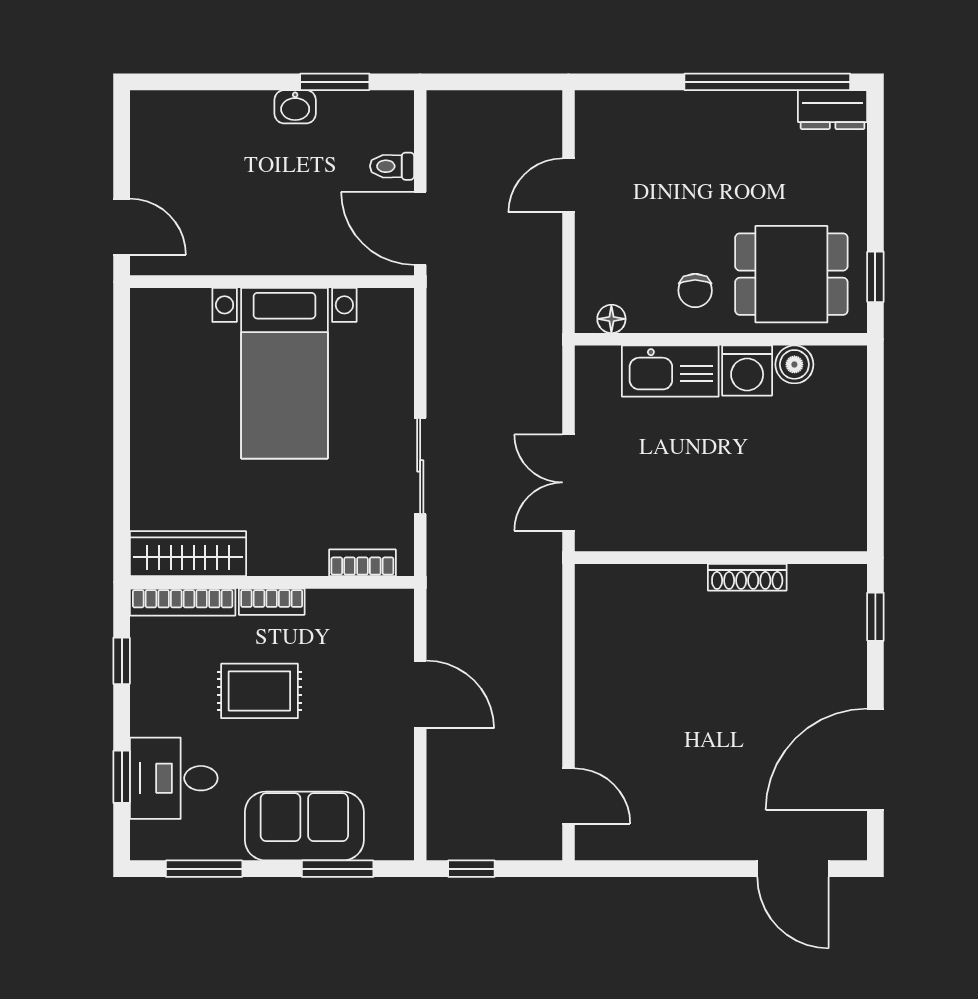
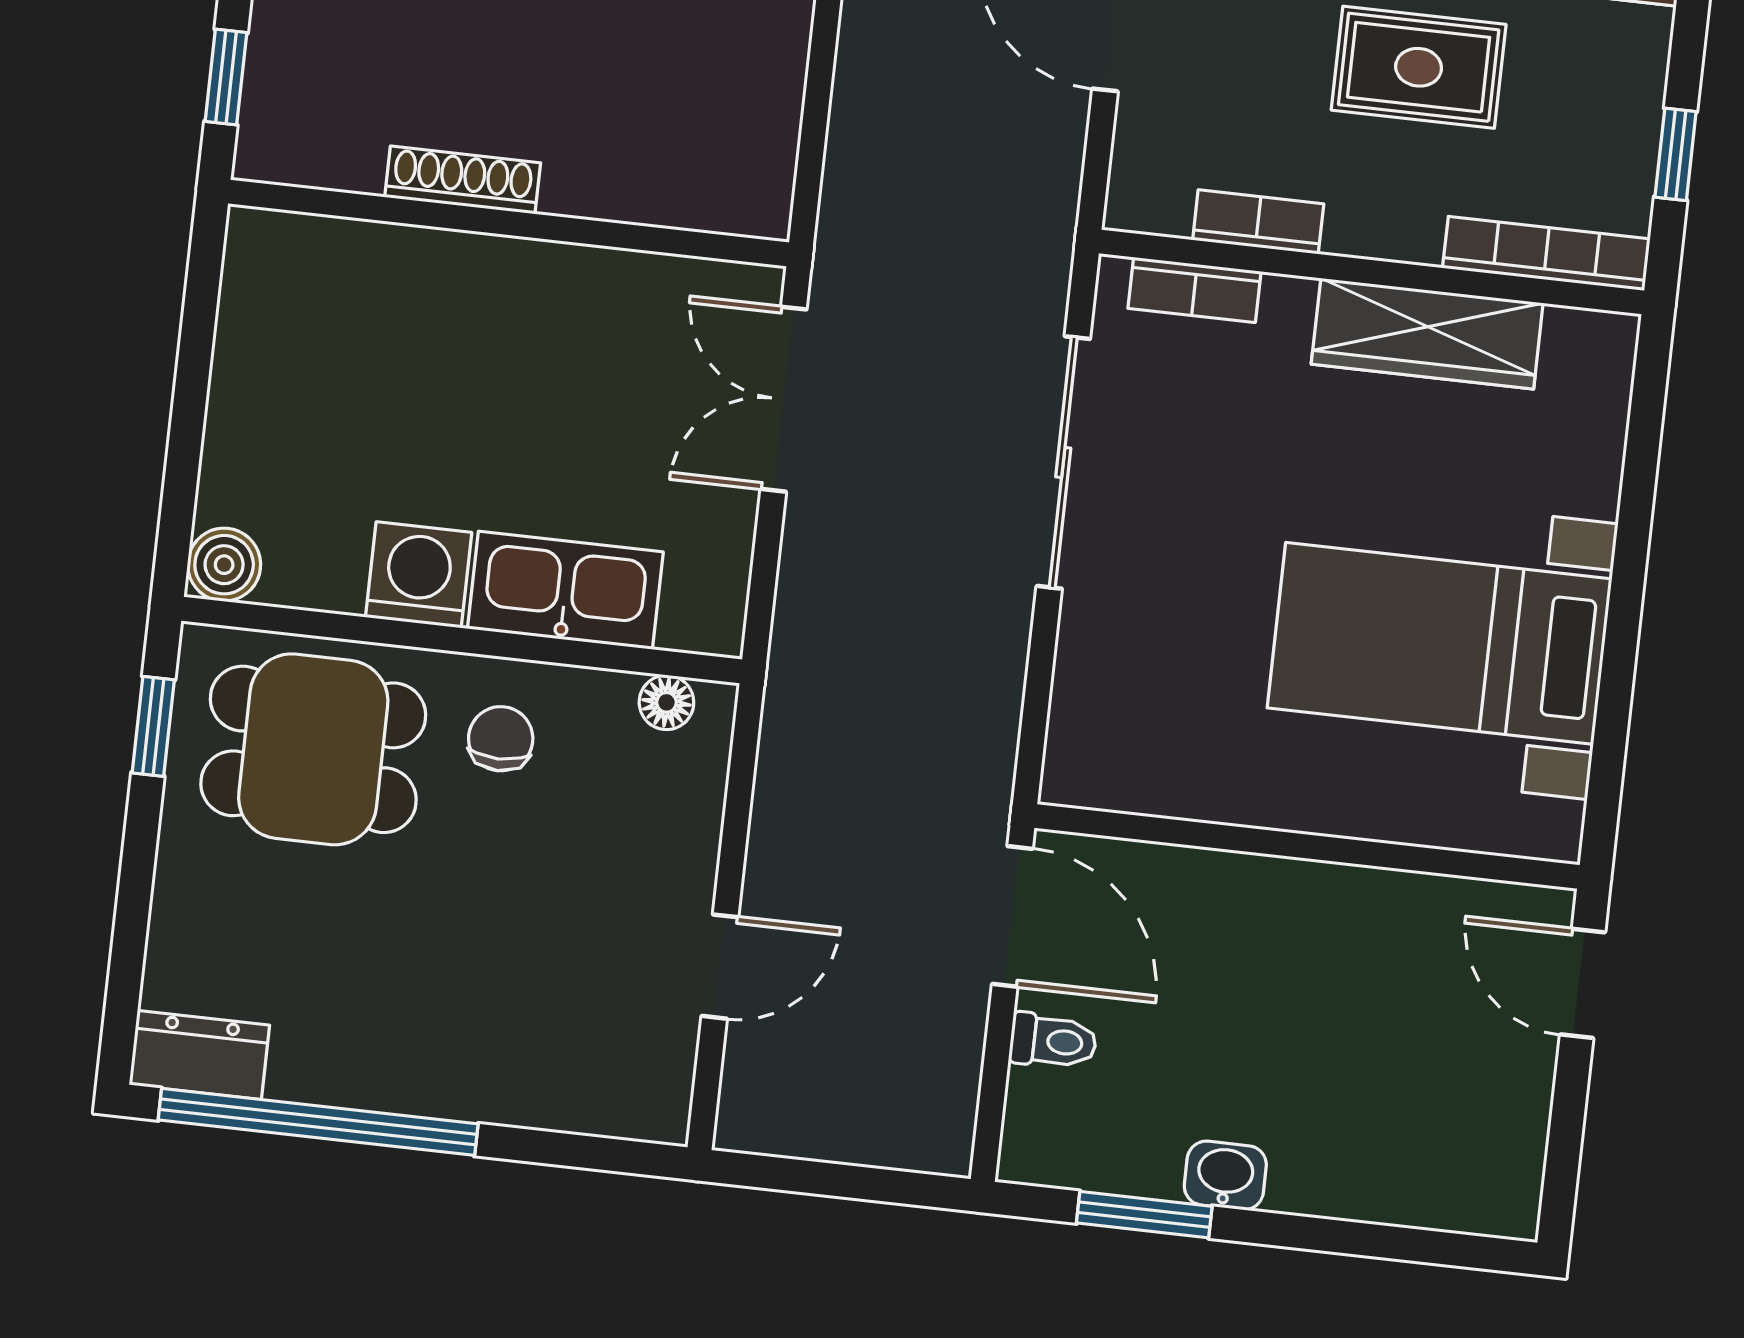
boiler: (794, 364) -> (224, 565), moved
bed with nightstands: (284, 373) -> (1440, 643), moved, turned -90
sliding door: (420, 466) -> (1063, 462), width x1.37
double door: (569, 482) -> (784, 399), swing flipped
wardrobe: (188, 554) -> (1427, 334), moved
bookcase: (272, 602) -> (1258, 222), moved

